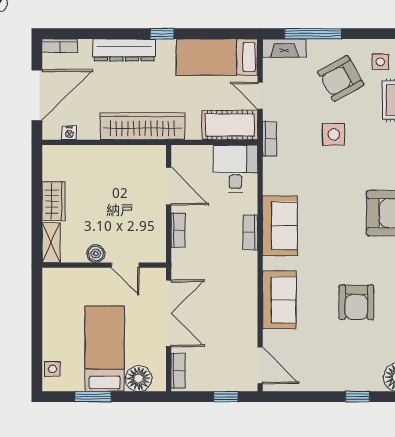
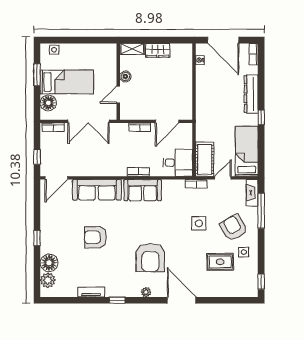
wardrobe: (142, 126) -> (204, 105), removed
sofa: (279, 300) -> (97, 190), width x1.36

